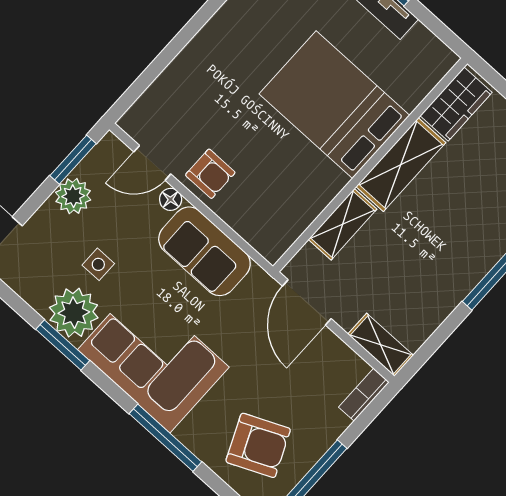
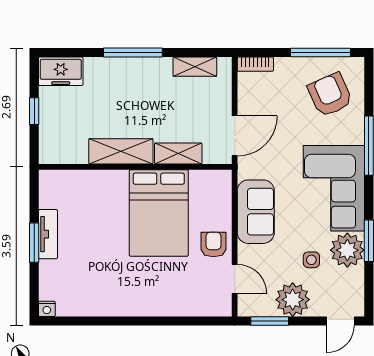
wardrobe: (456, 104) -> (65, 151), removed
bed: (334, 105) -> (159, 213), moved
plant: (73, 196) -> (293, 300), width x1.36, depth x1.36
floor lamp: (171, 199) -> (245, 253), removed
shelving: (381, 345) -> (195, 67), moved, turned 90

